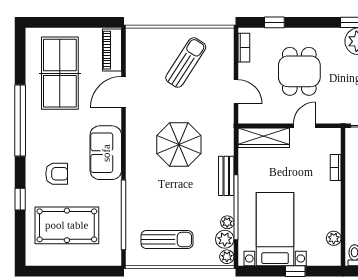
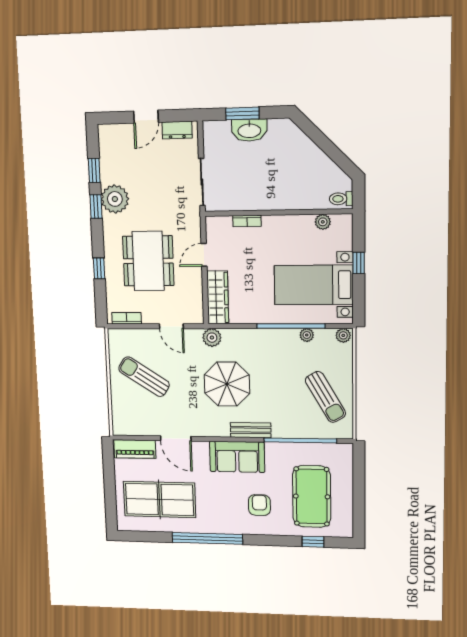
window: (274, 22) -> (99, 268), moved
dining table: (299, 71) -> (148, 261), width x1.38
door: (236, 92) -> (171, 326), swing flipped
door: (304, 126) -> (204, 255), hinge flipped
bench: (226, 176) -> (251, 430), moved
window: (20, 199) -> (313, 542), moved
plant: (225, 239) -> (212, 338), moved
sun lounger: (167, 240) -> (325, 397), turned 150

